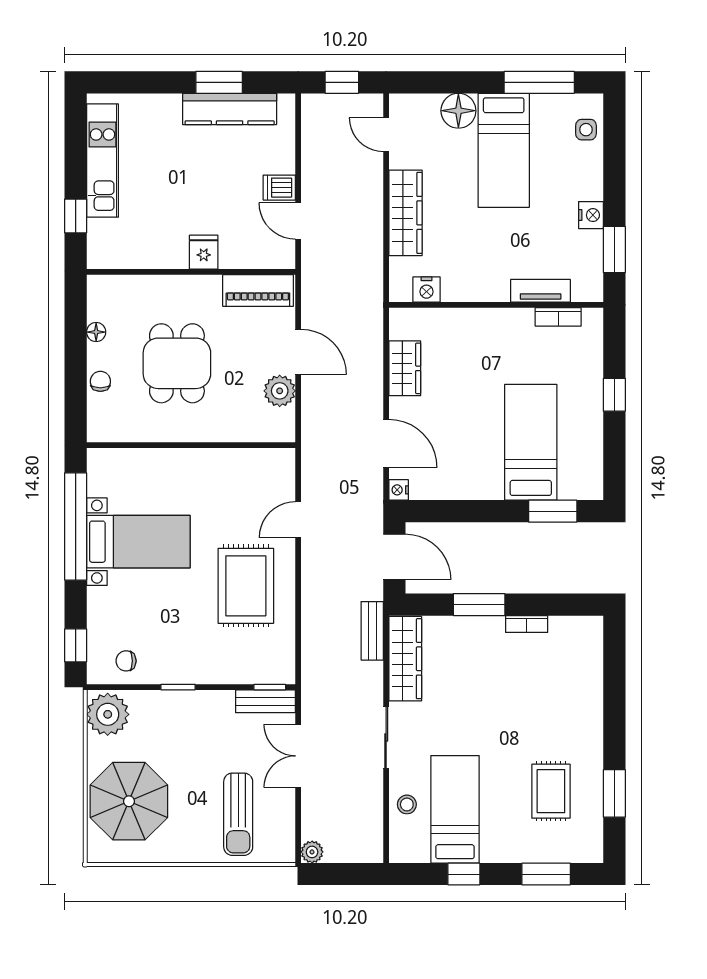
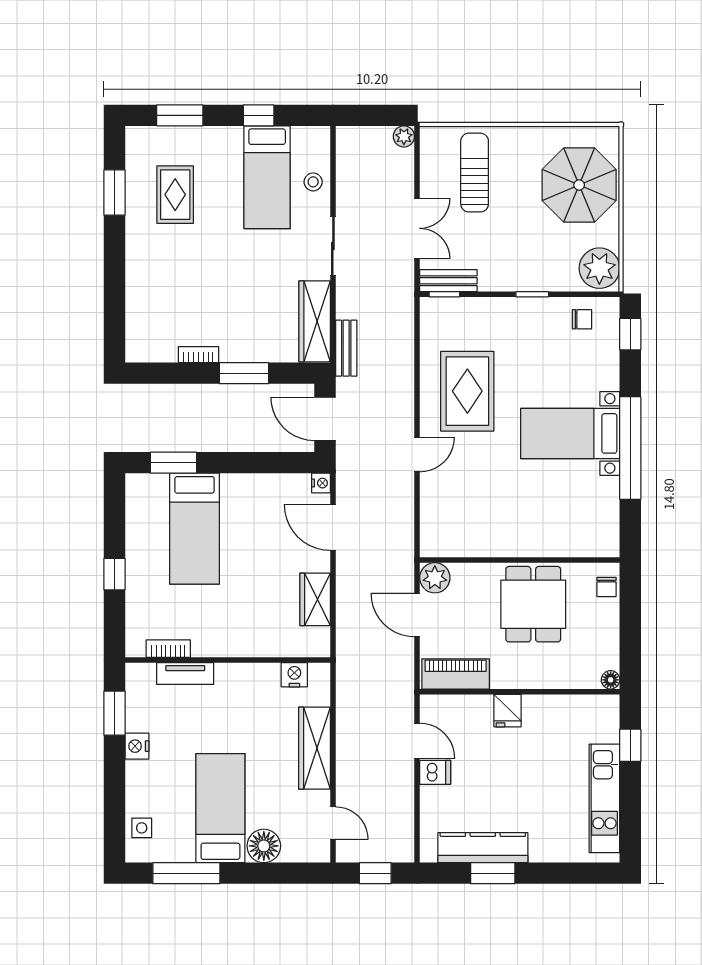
floor lamp: (96, 332) -> (611, 680), moved
wall: (191, 445) -> (520, 560), moved

